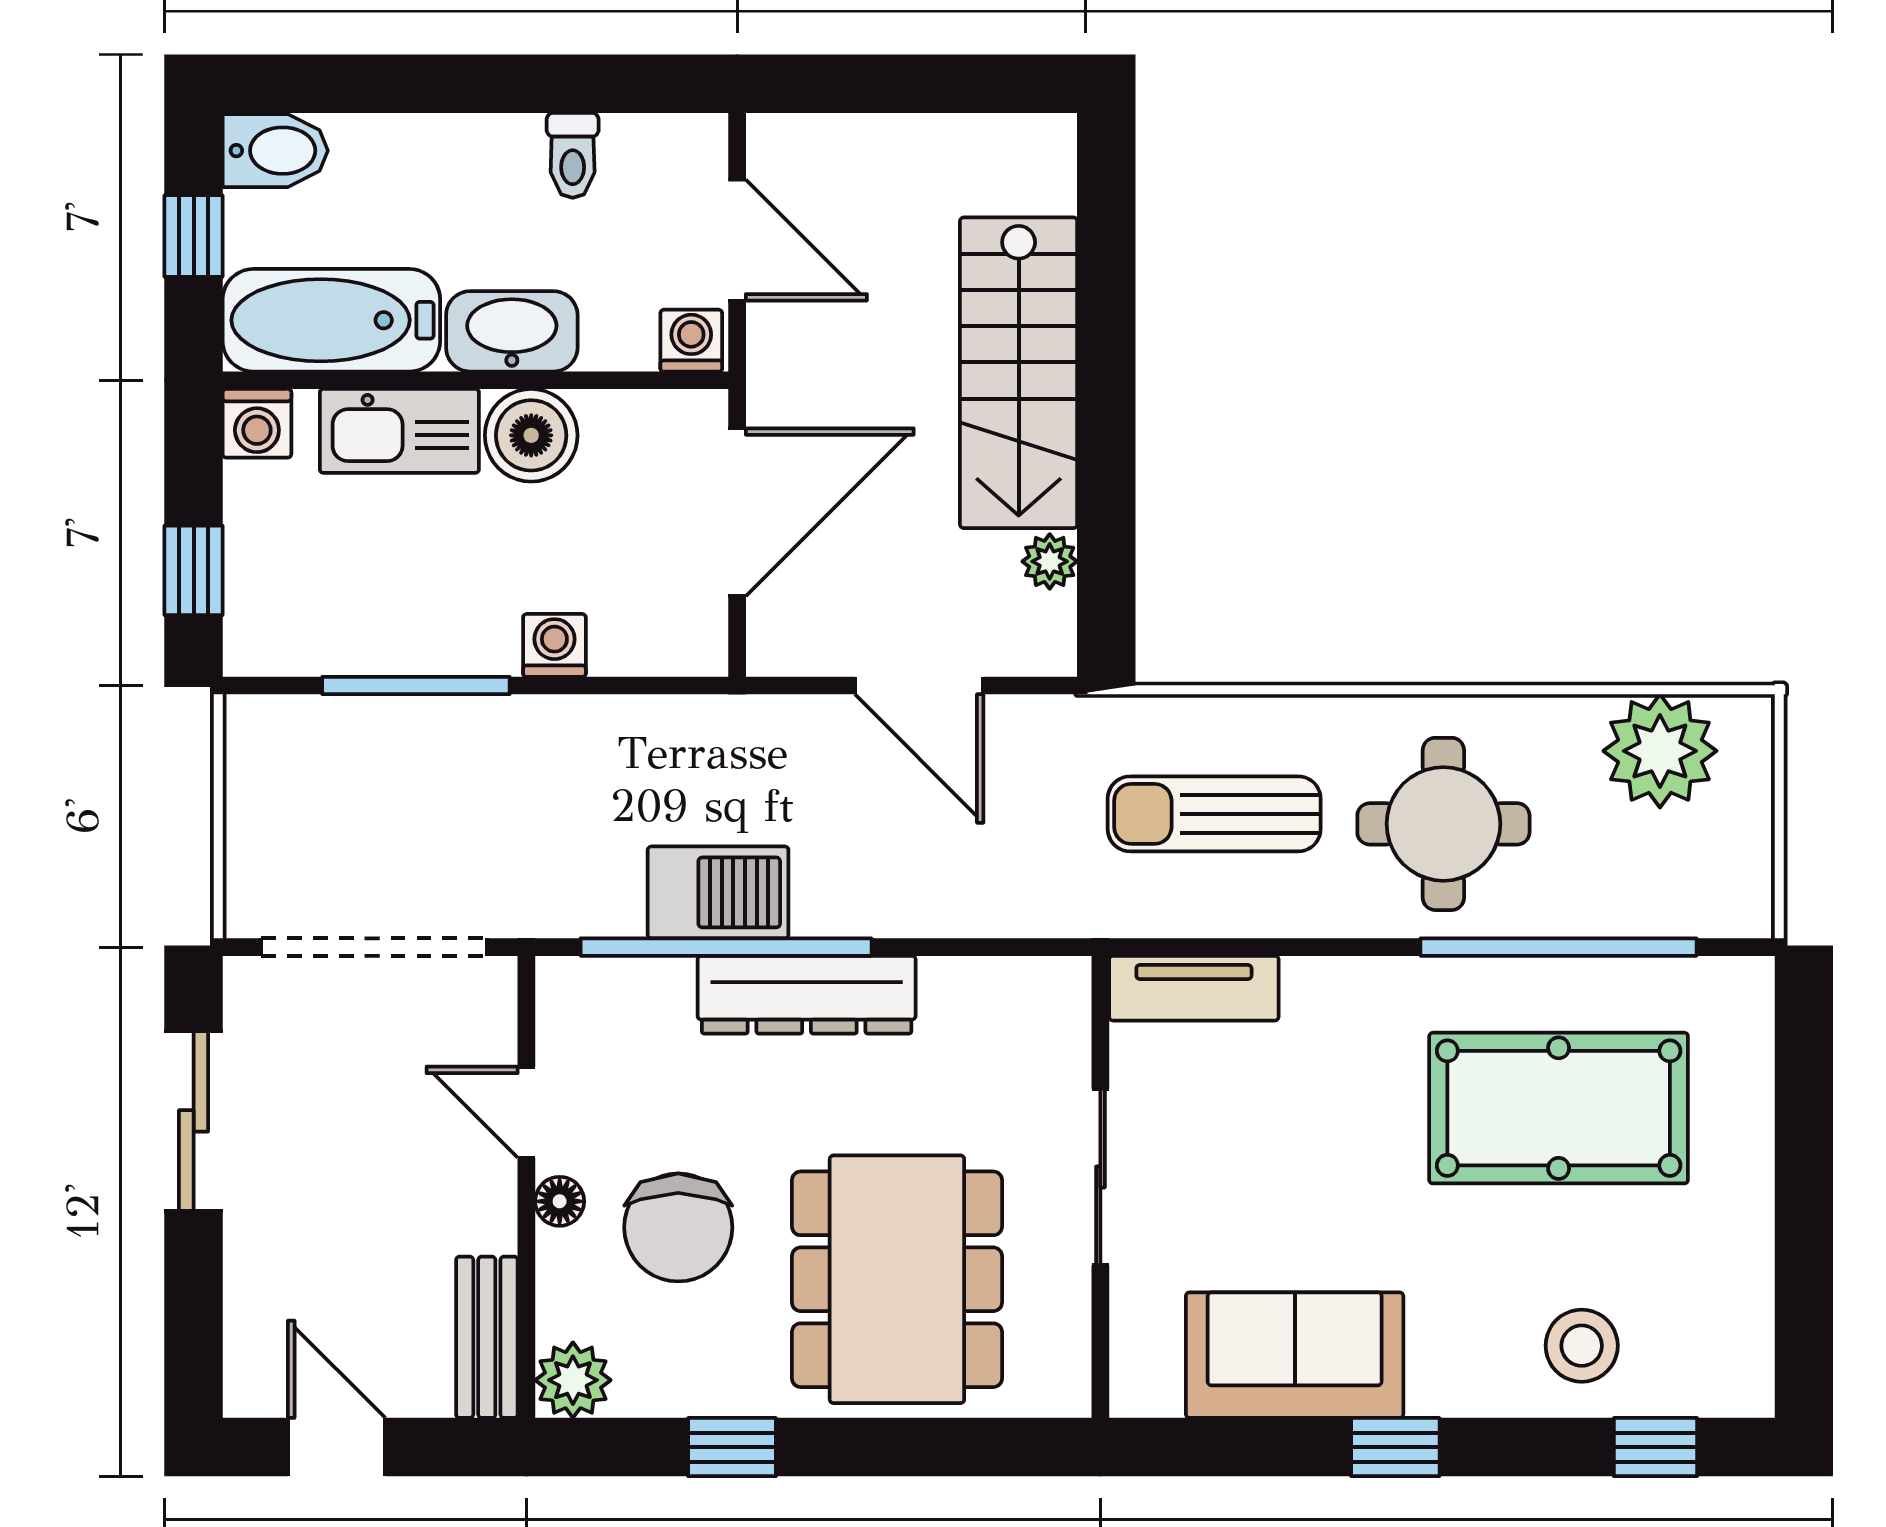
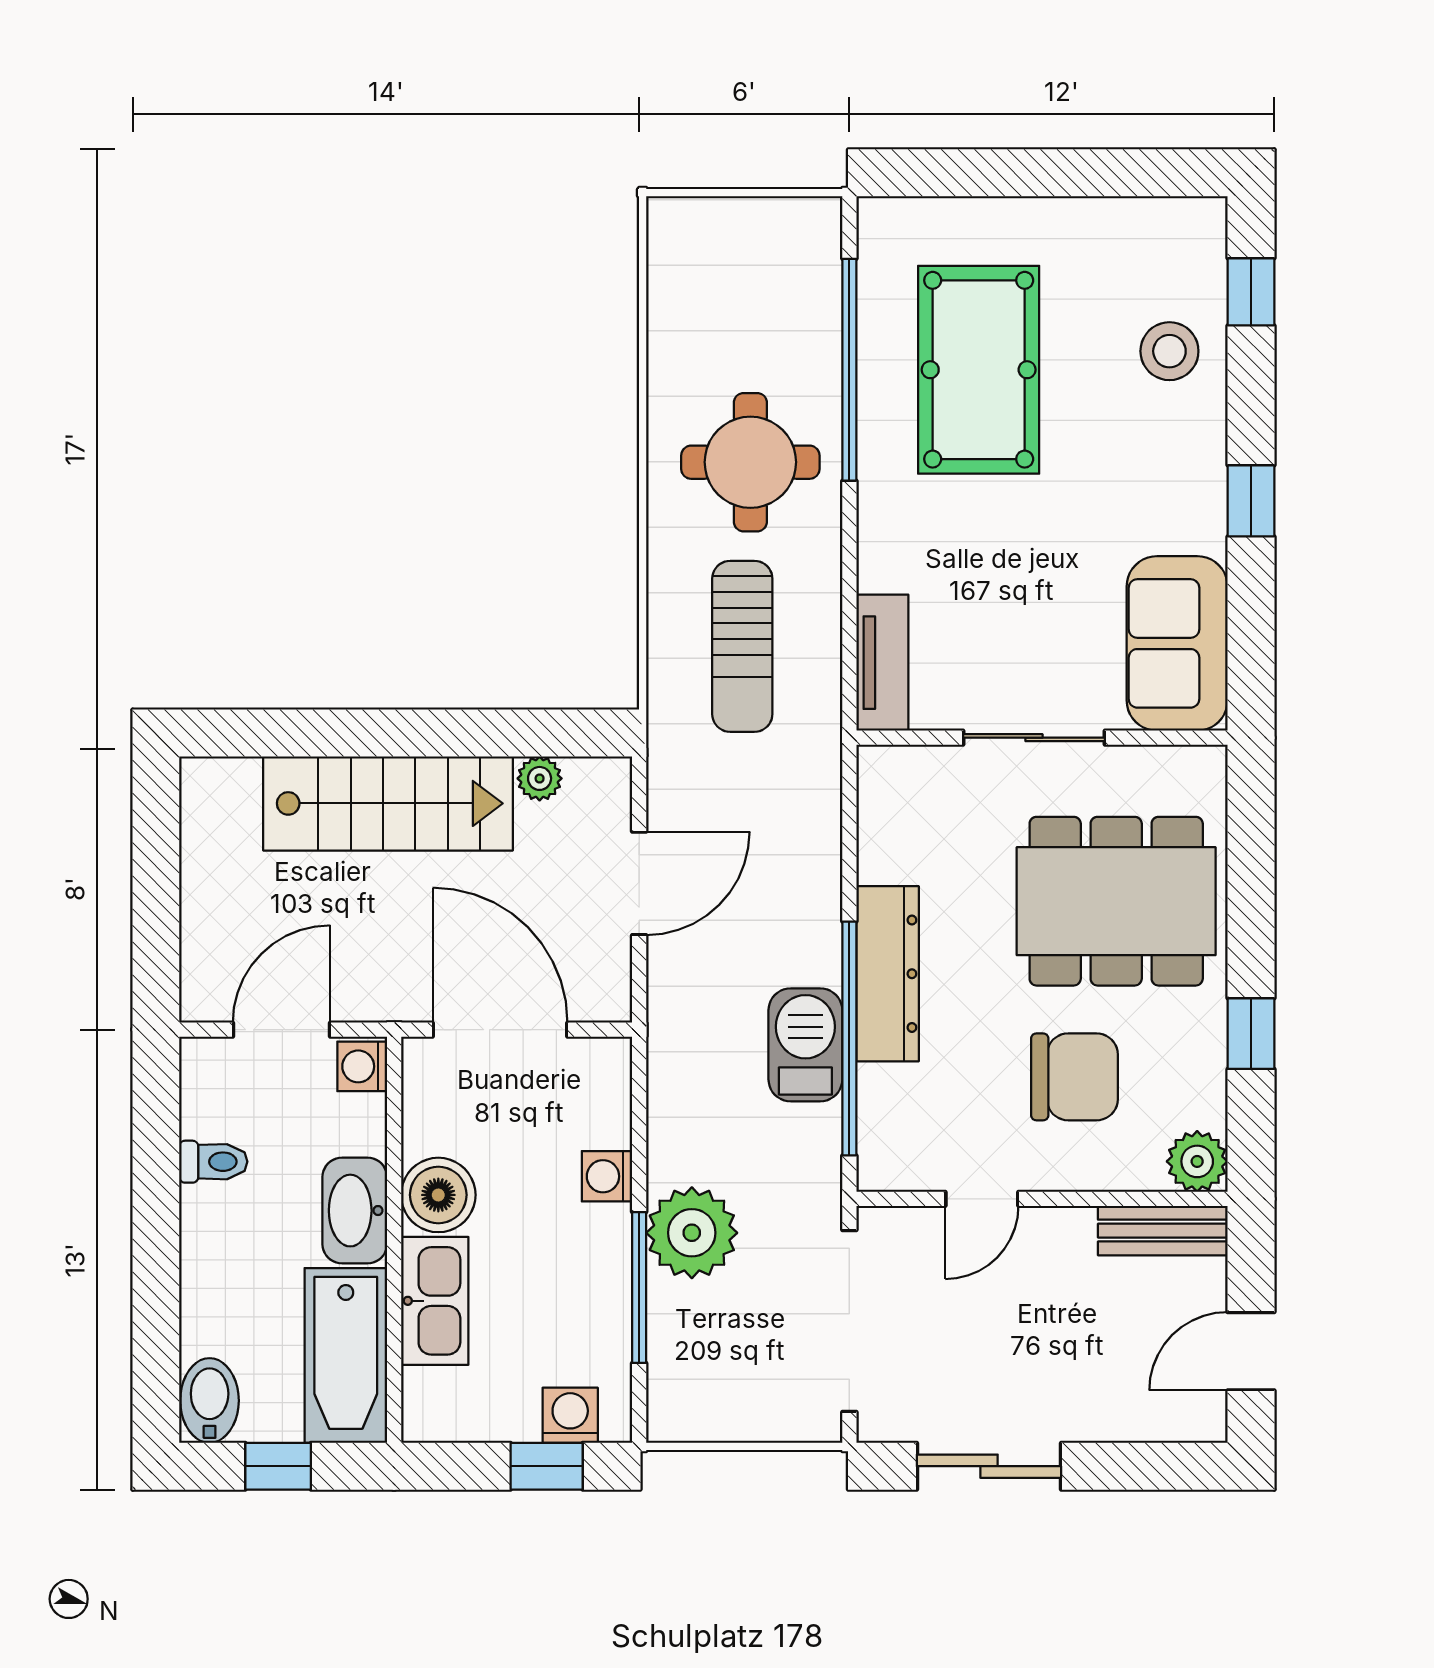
washing machine: (257, 423) -> (570, 1415), moved, turned -90
plant: (1660, 751) -> (692, 1233), moved
floor lamp: (560, 1201) -> (1054, 1172), removed
sofa: (1295, 1355) -> (1177, 643), moved

